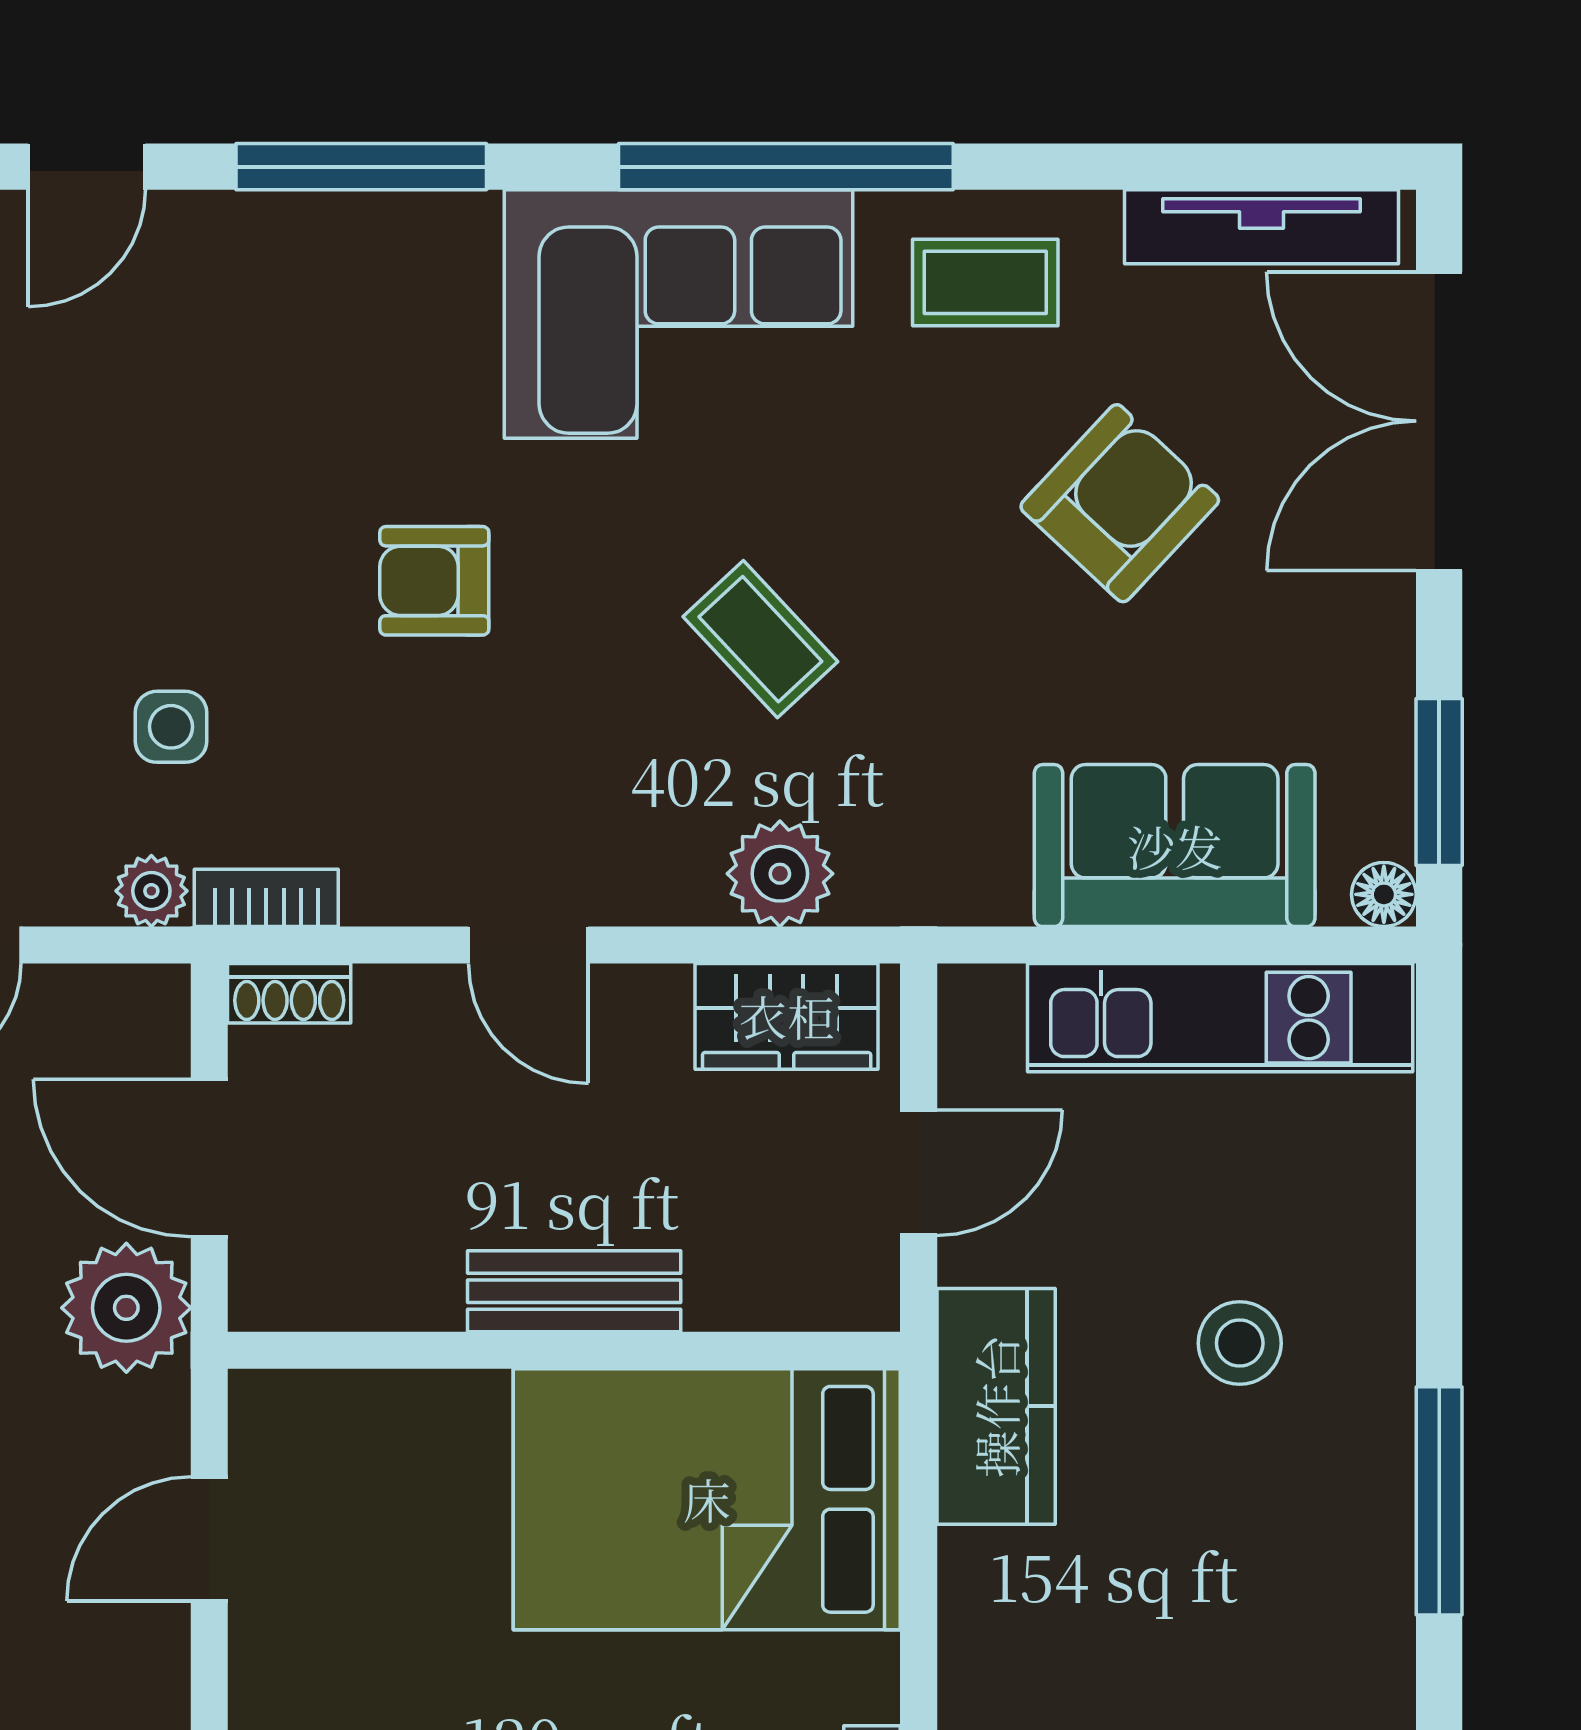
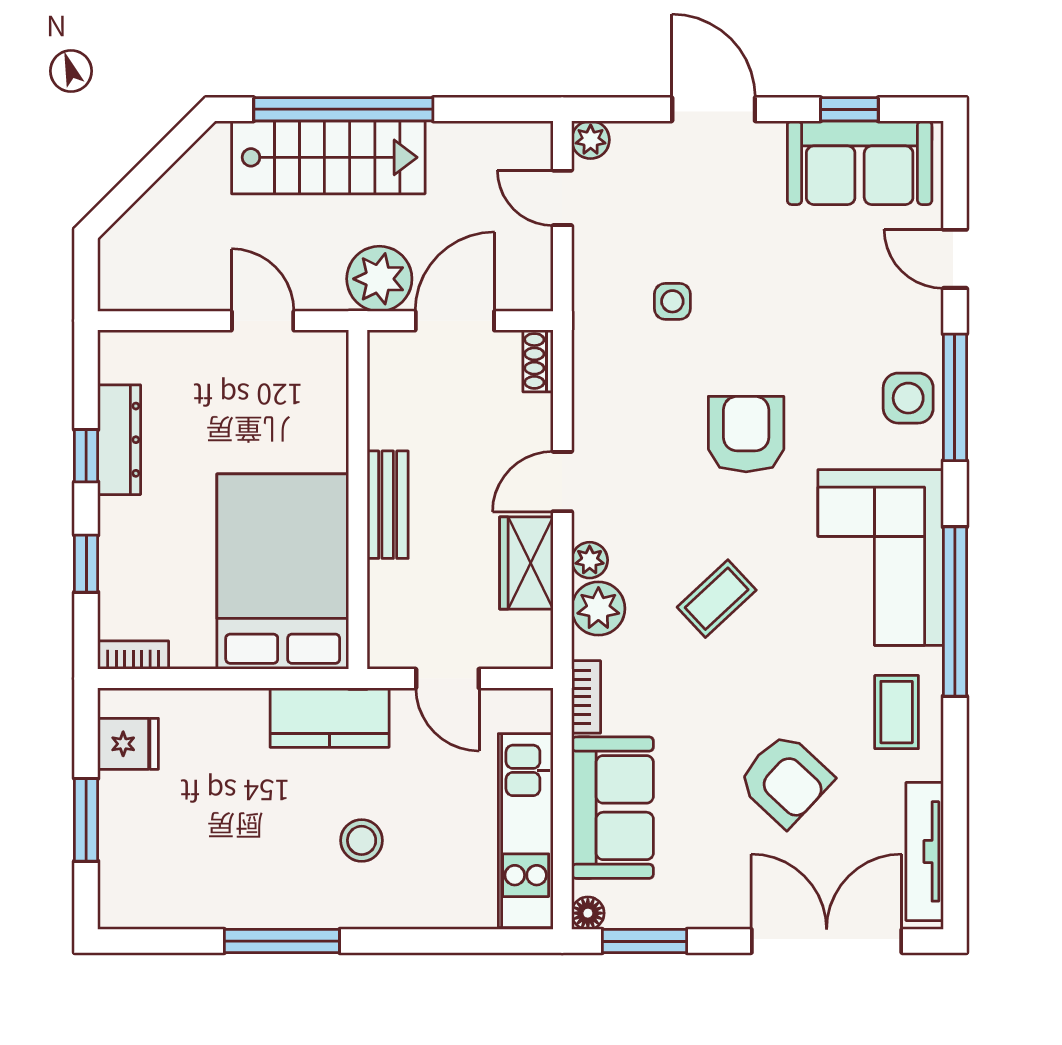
side table: (363, 259) -> (908, 398), added
armchair: (434, 581) -> (746, 434), width x1.38, depth x1.38
plant: (151, 891) -> (590, 560), moved
bookcase: (266, 898) -> (586, 697), moved
wardrobe: (787, 1016) -> (526, 563), moved

